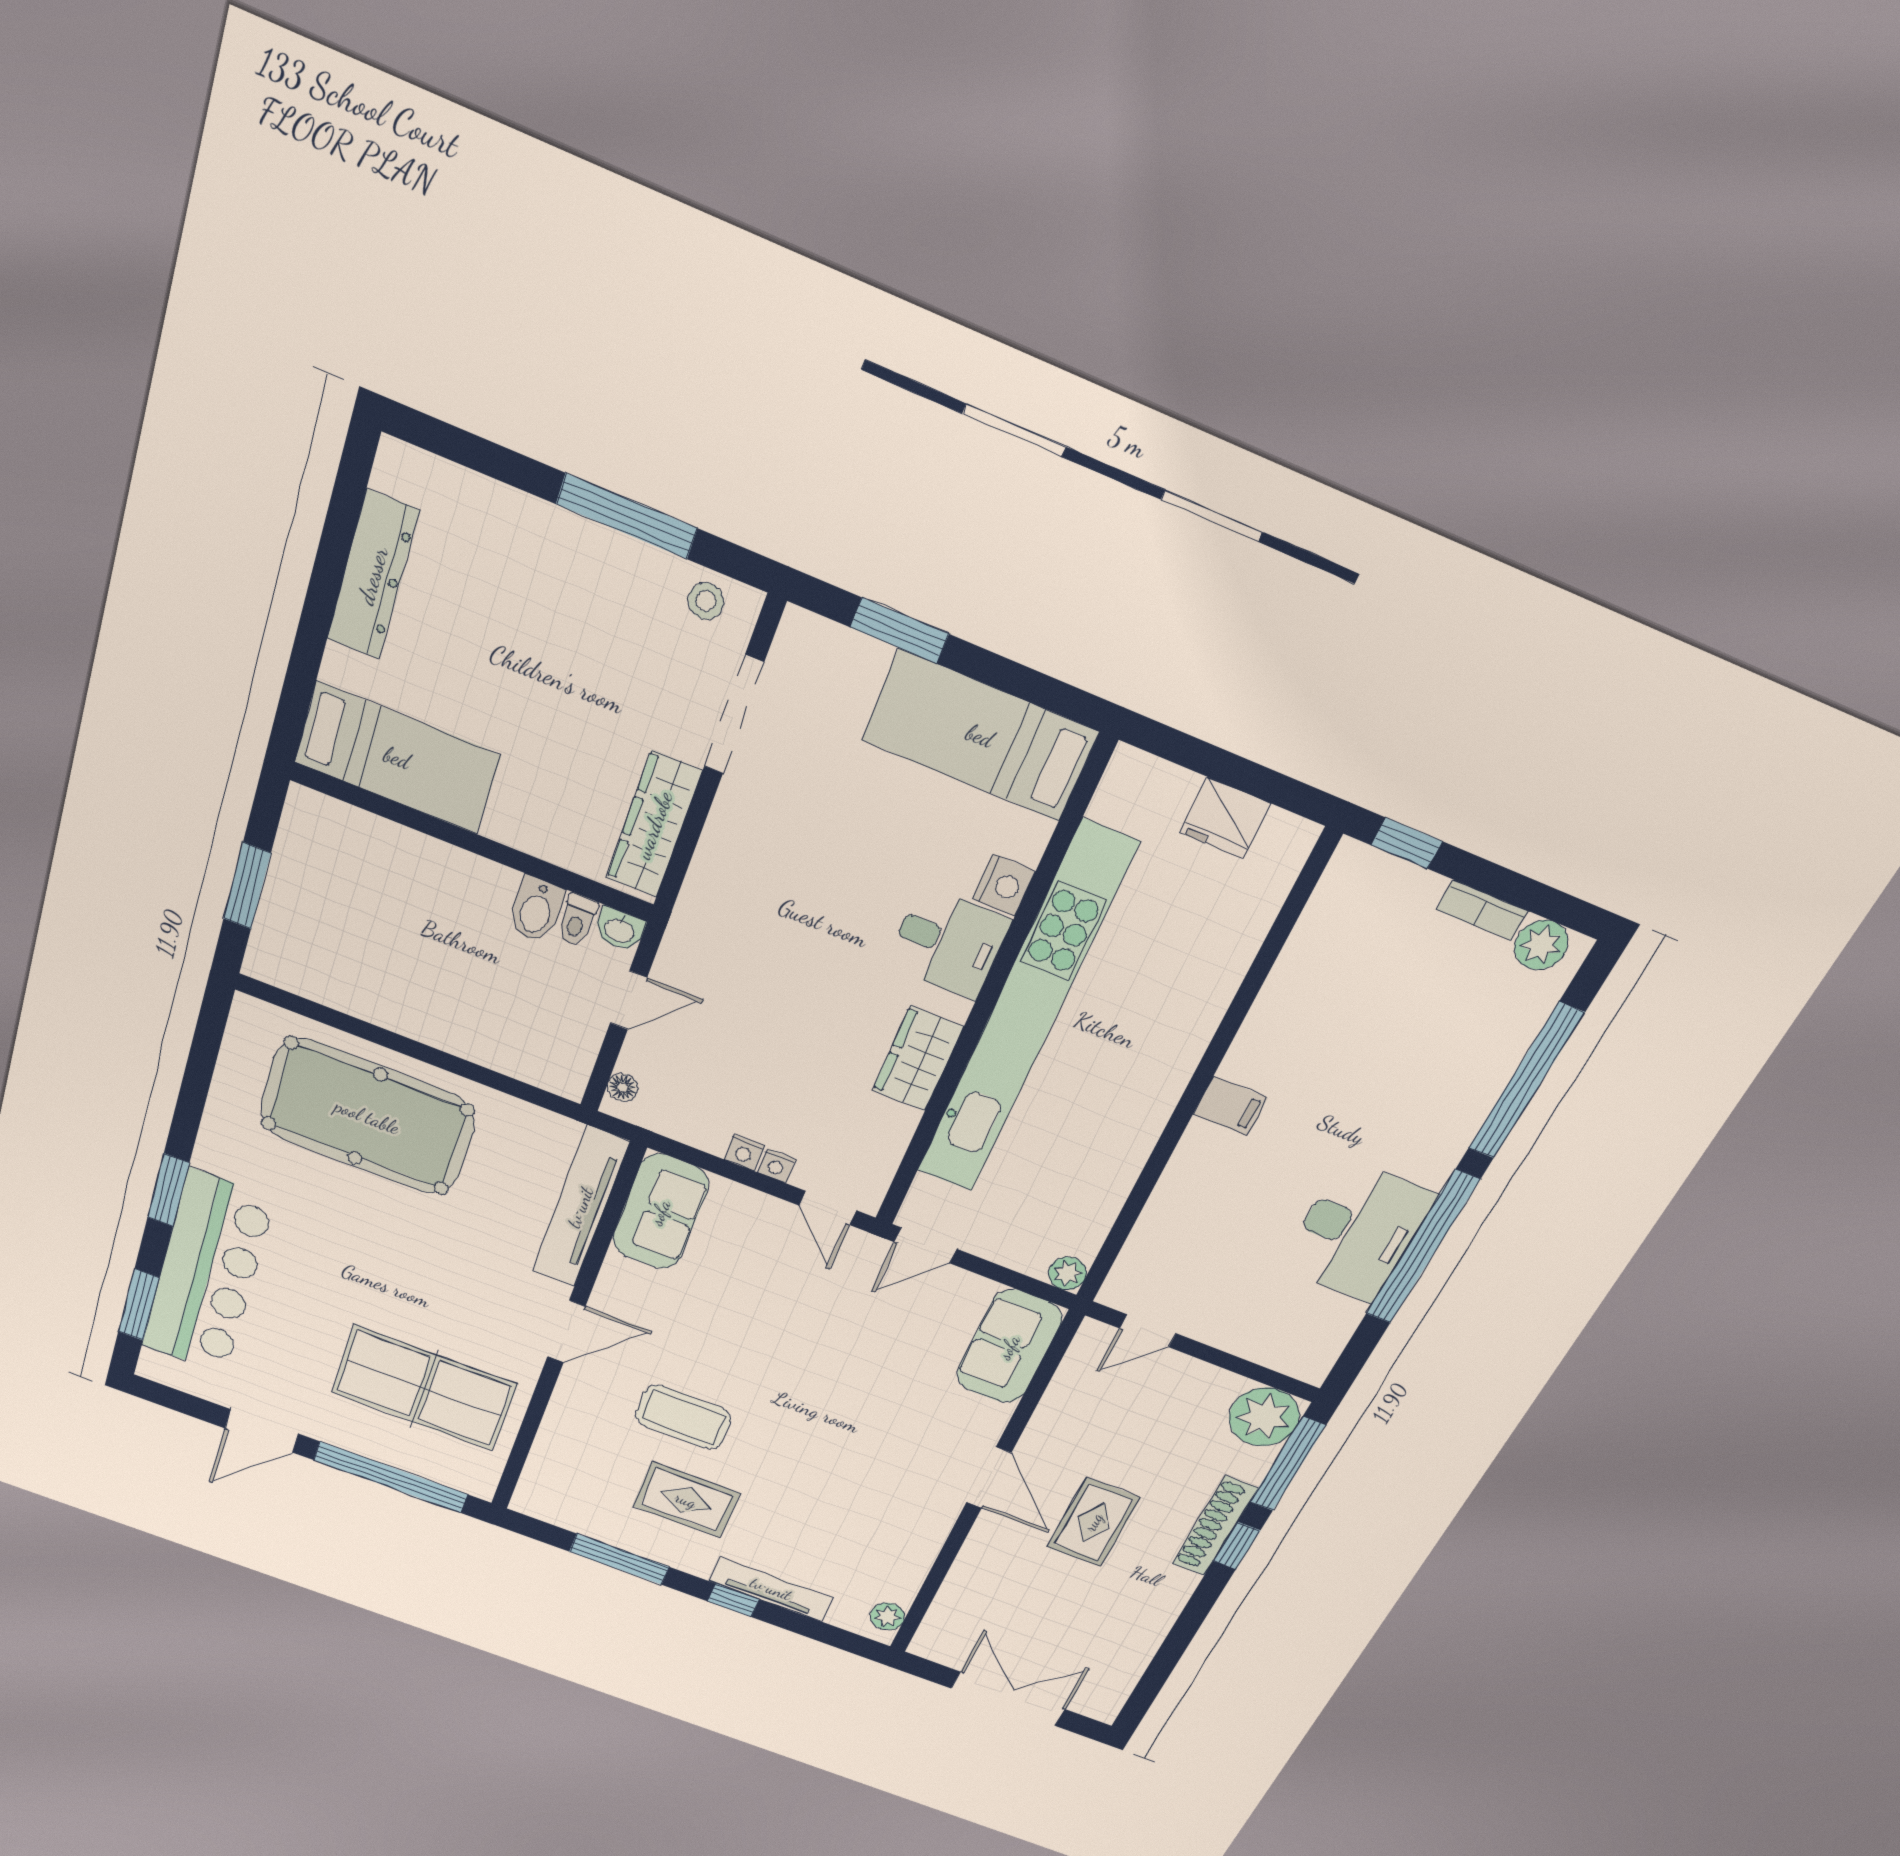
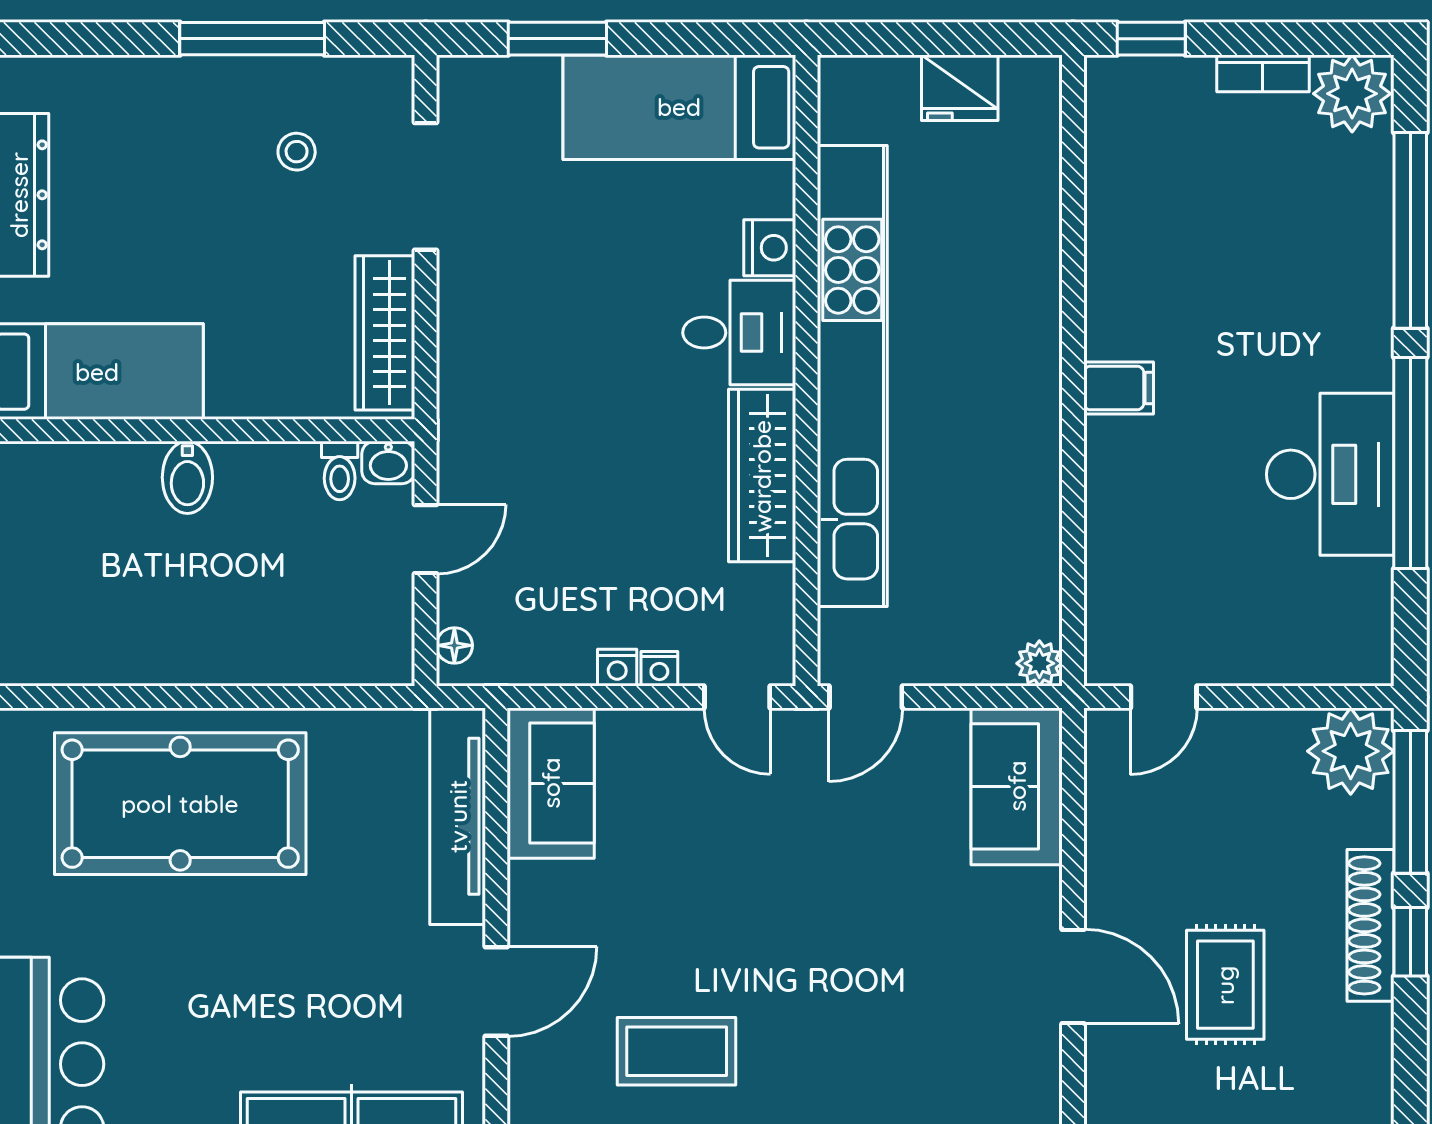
stool: (706, 601) -> (297, 152), moved
bidet: (536, 910) -> (187, 477), moved
plant: (1541, 945) -> (1352, 94), width x1.36, depth x1.36
wardrobe: (918, 1059) -> (762, 476), width x1.50

